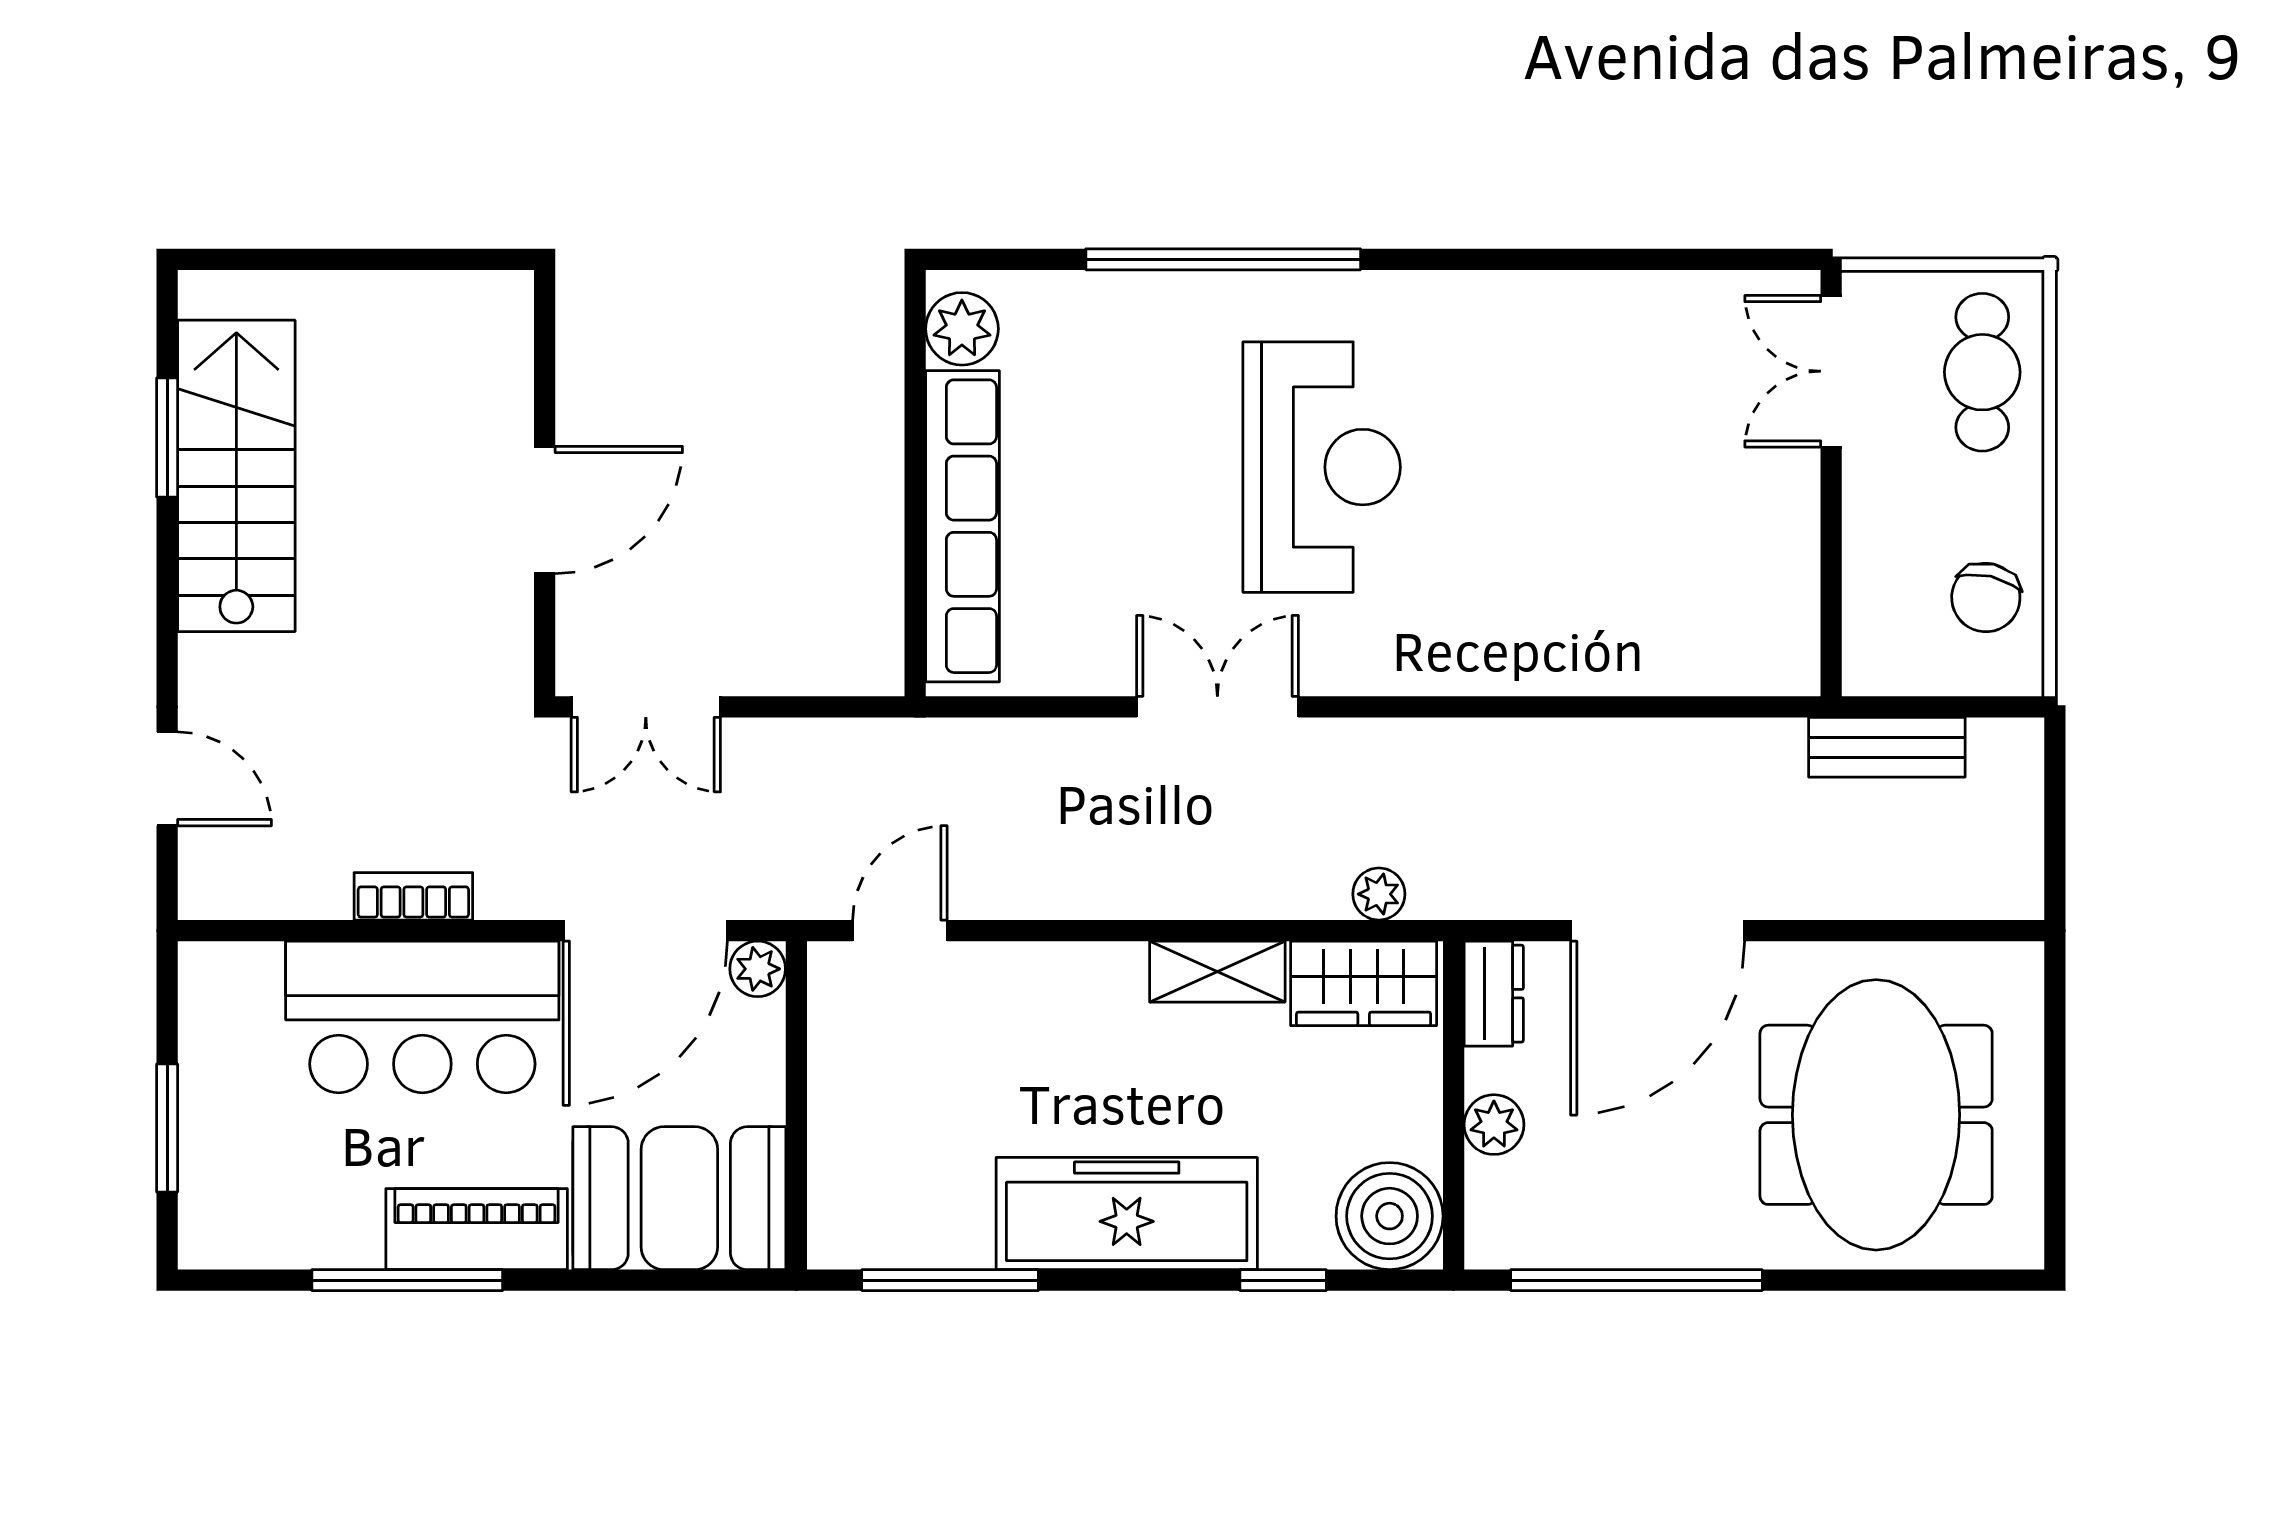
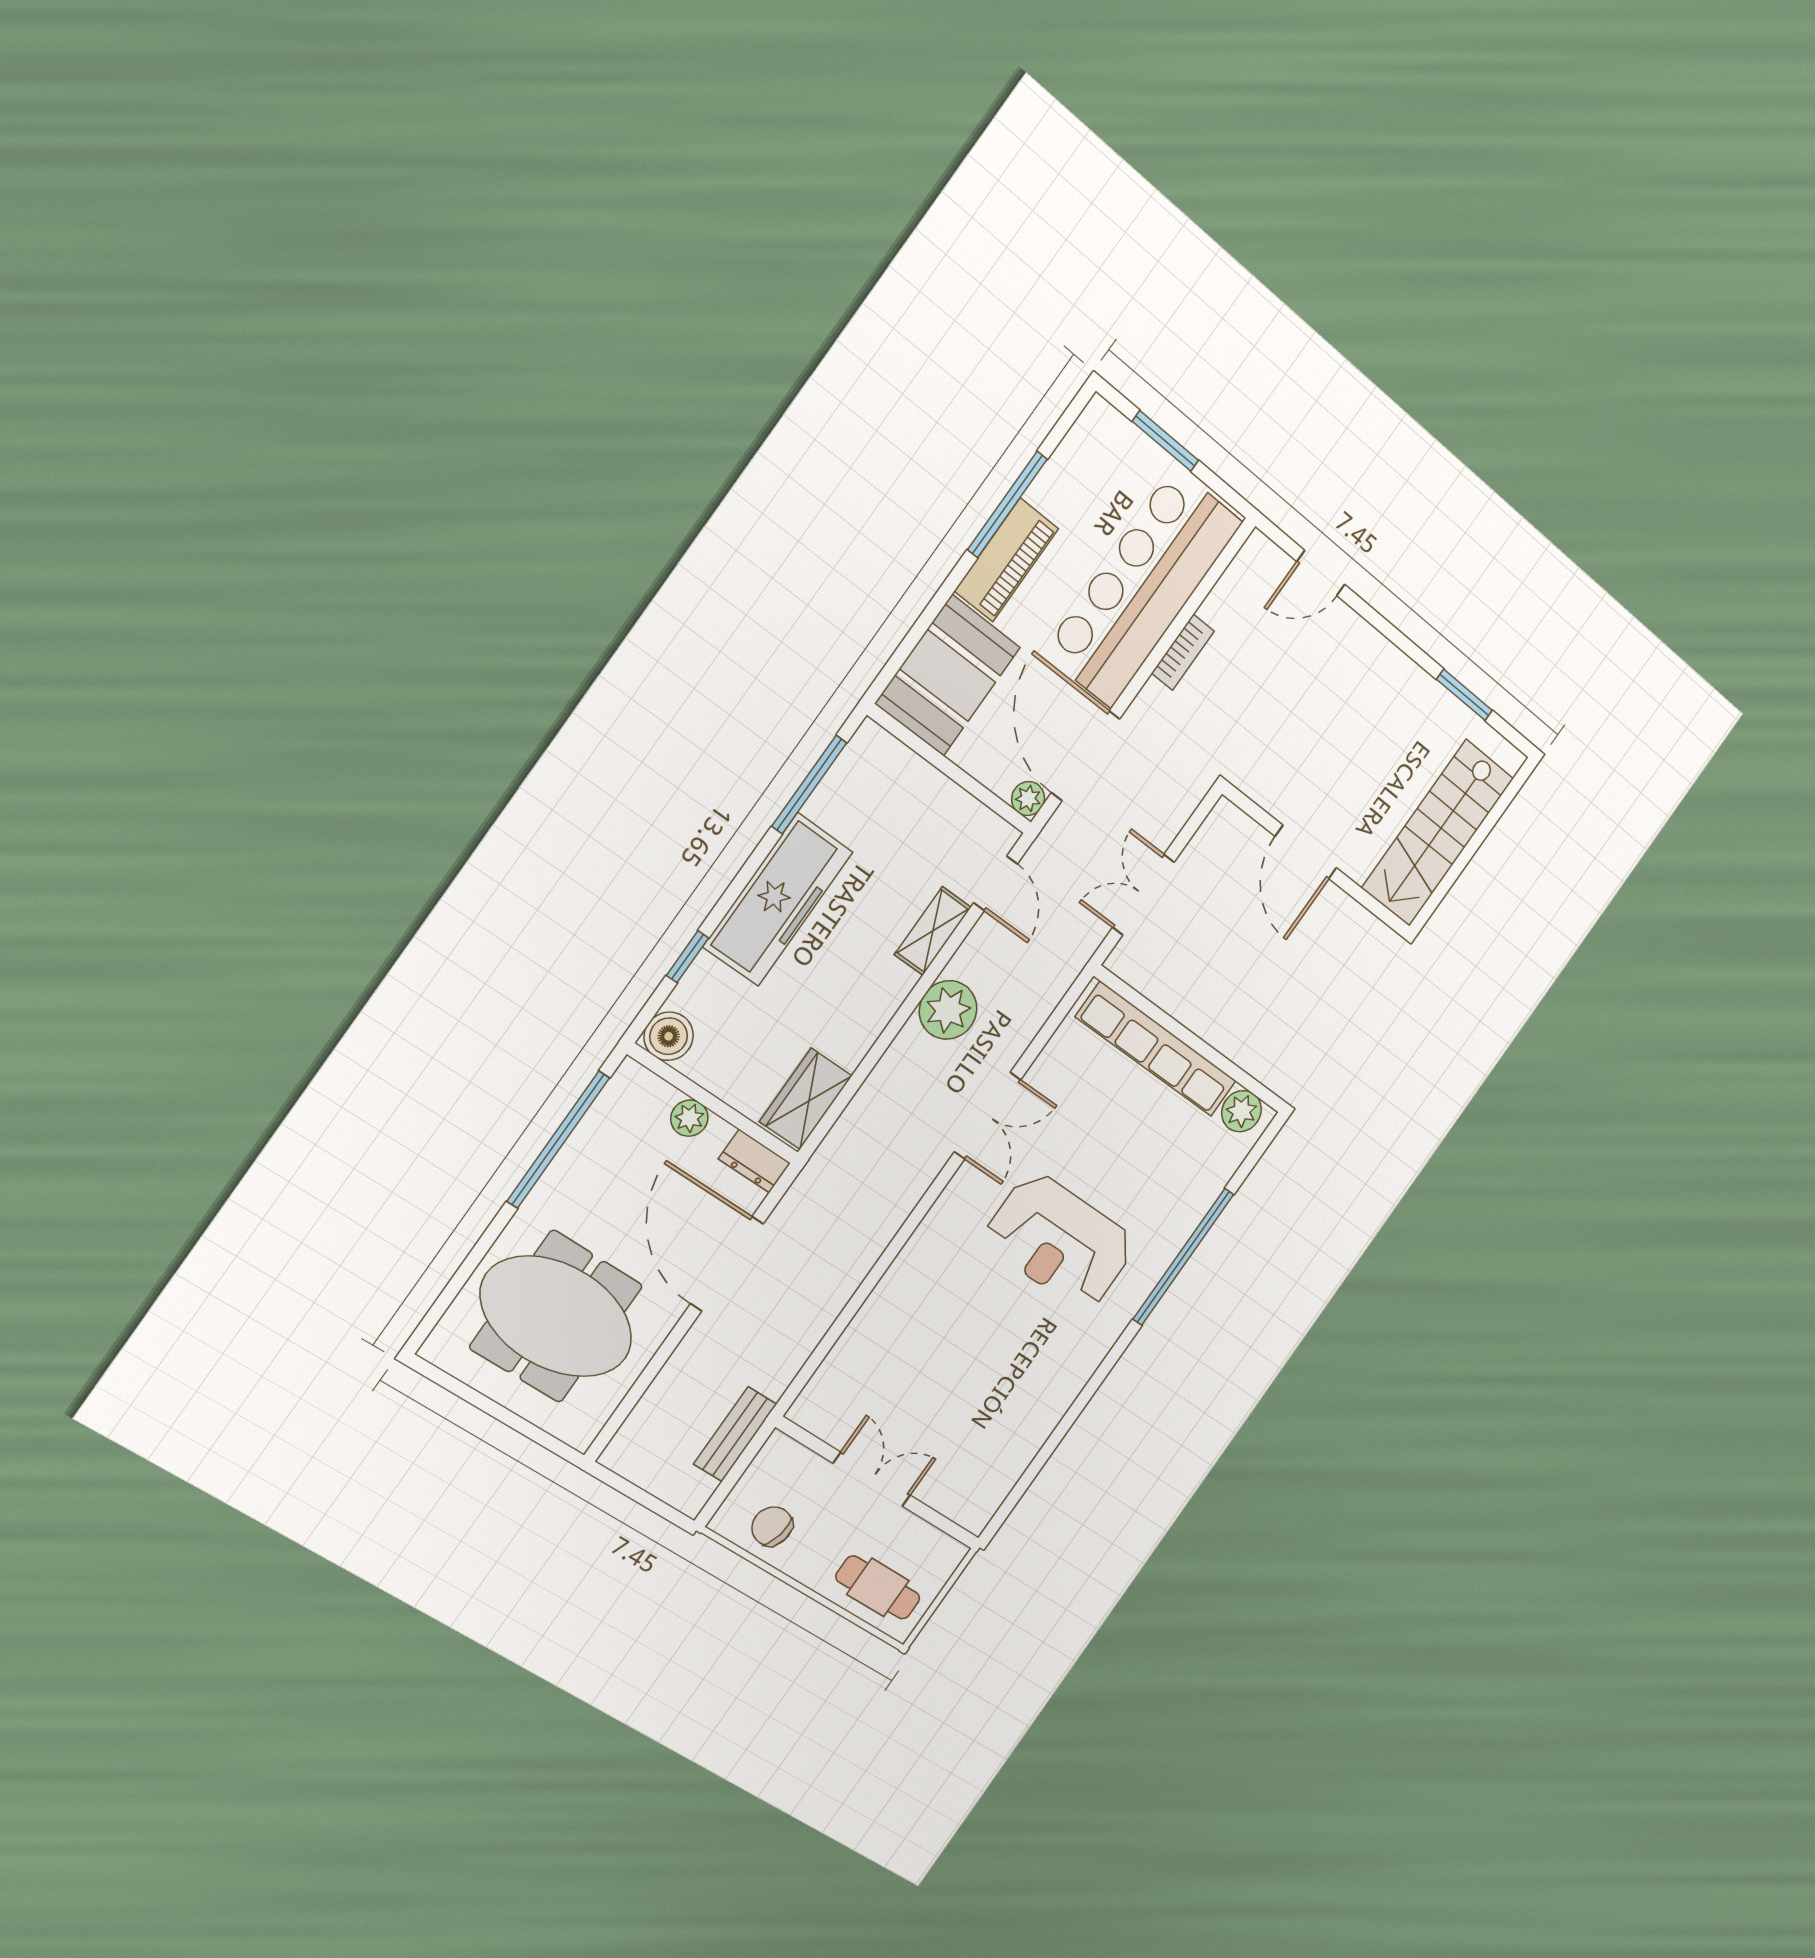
double door: (1831, 371) -> (872, 1479), moved
stairs: (236, 476) -> (1438, 833), moved, turned 90
double door: (646, 707) -> (1143, 895), moved
plant: (1379, 894) -> (948, 1010), moved, width x1.87, depth x1.87
shelving: (1217, 972) -> (933, 931), moved
bar counter: (422, 1017) -> (1143, 587), width x1.36
boiler: (1390, 1216) -> (669, 1036), width x0.73, depth x0.73

